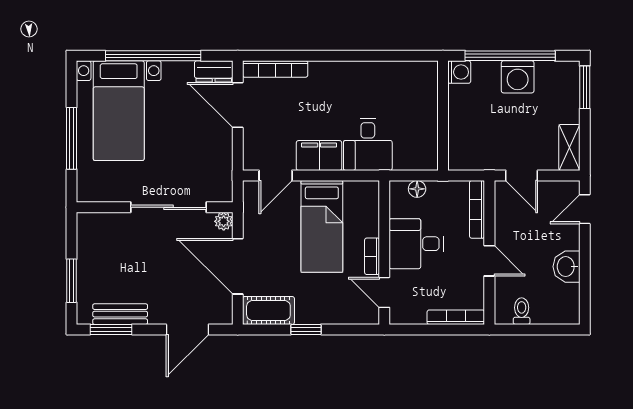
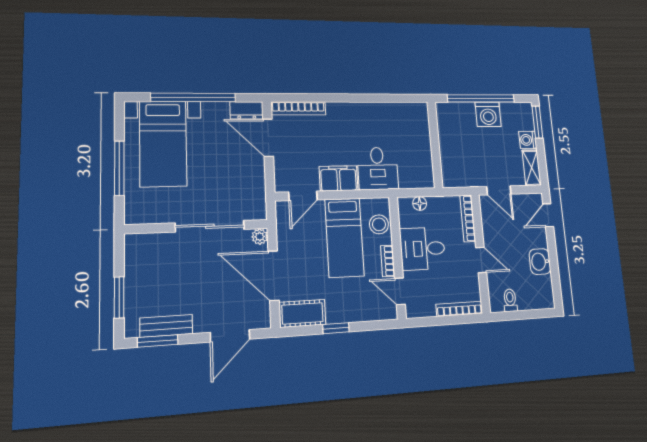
washing machine: (459, 72) -> (528, 140), moved, turned 180
stool: (365, 213) -> (379, 224), added

